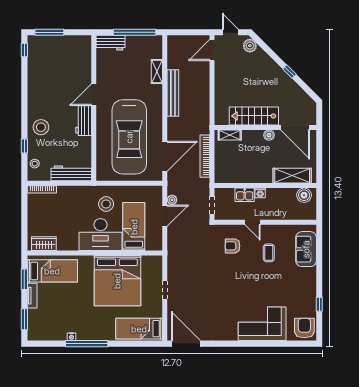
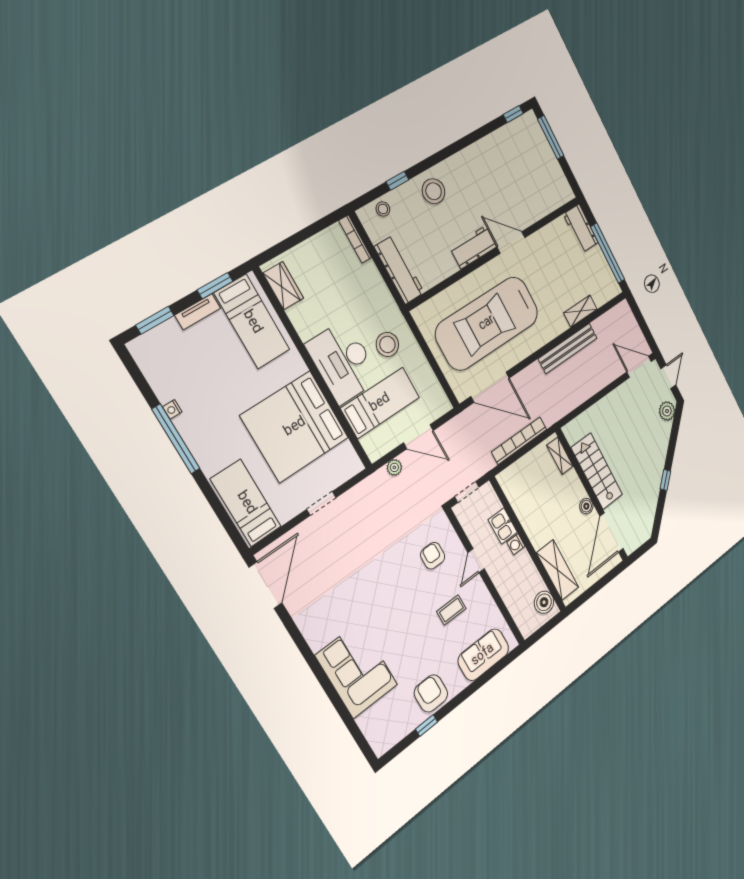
plant: (172, 200) -> (394, 467), moved
armchair: (304, 328) -> (431, 693), moved, turned -90

